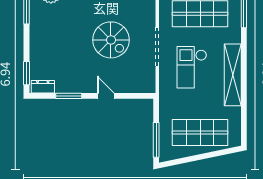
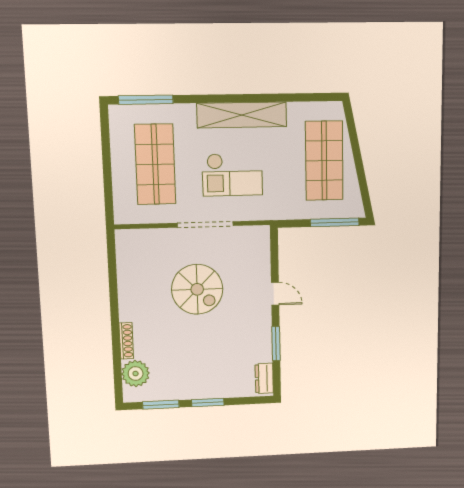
spiral stairs: (111, 40) -> (197, 289), turned 90
window: (26, 73) -> (208, 402), moved
door: (106, 96) -> (275, 294), swing flipped

